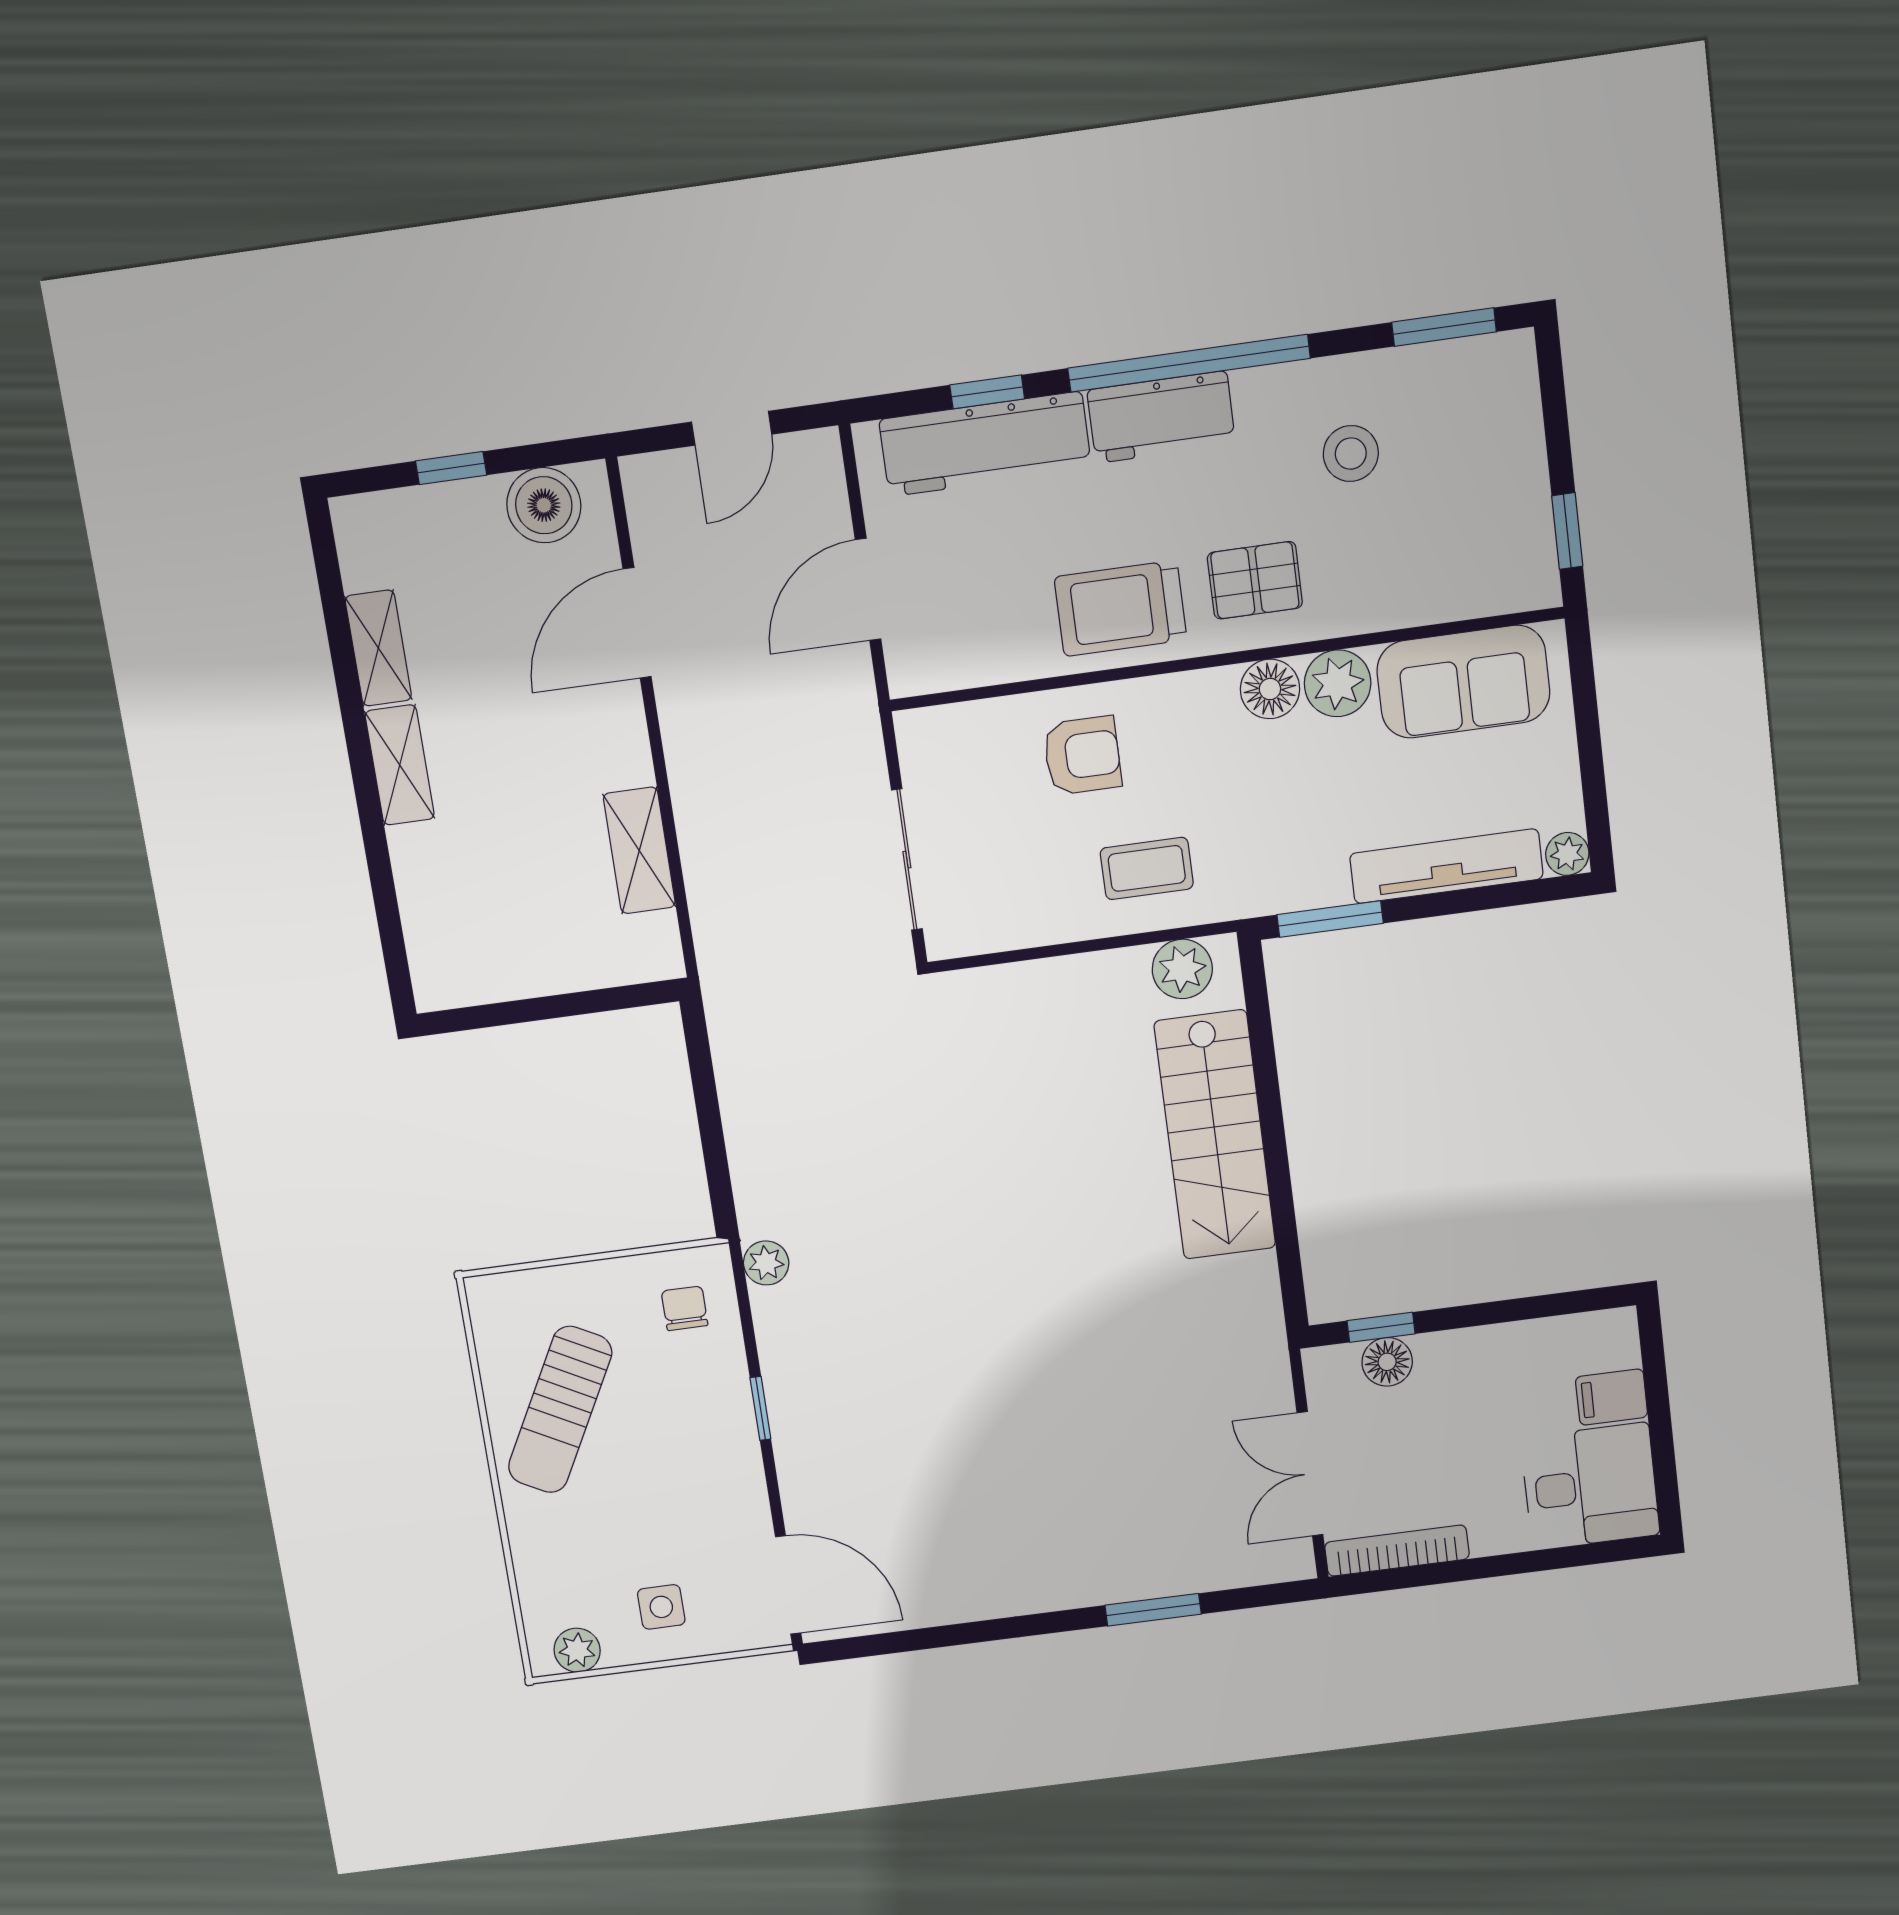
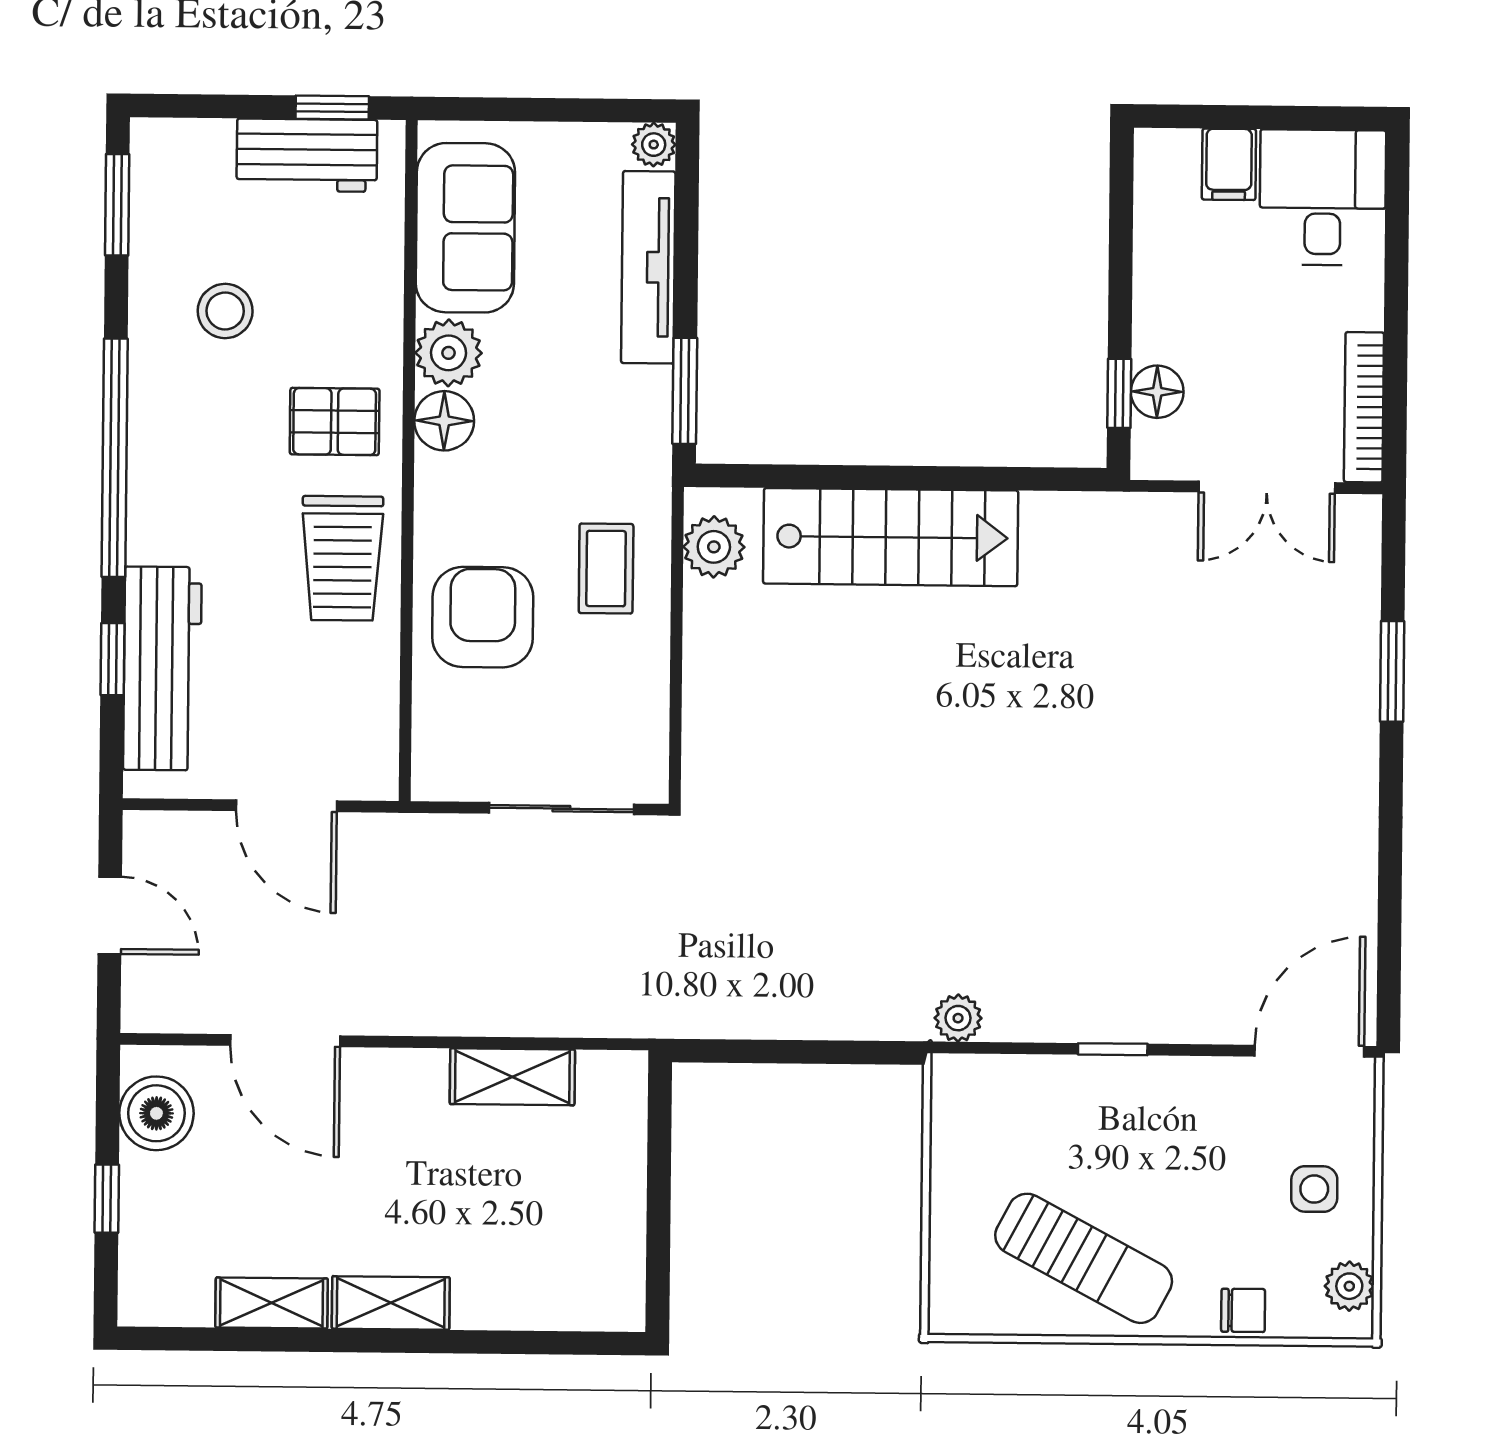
workbench: (1161, 417) -> (307, 155), moved, turned 90
pallet: (1255, 580) -> (335, 421), turned 90
armchair: (1082, 756) -> (483, 617), width x1.38, depth x1.38
chair: (685, 1308) -> (1243, 1310), moved, turned 180

